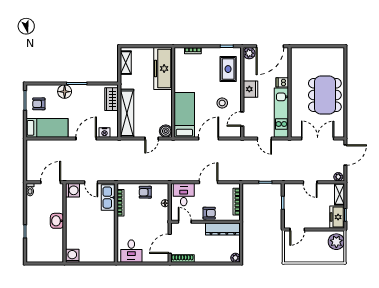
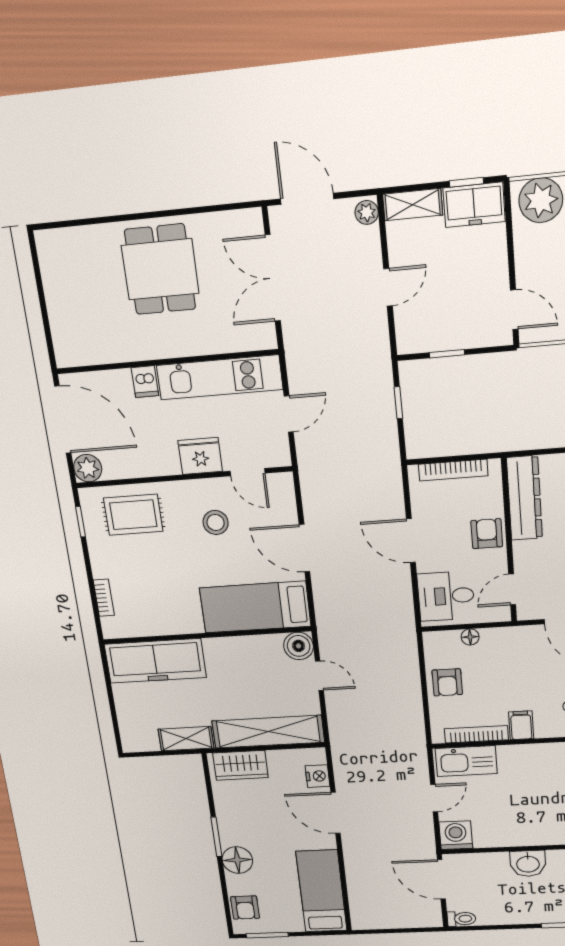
shelving: (126, 63) -> (186, 739), moved
fridge: (250, 89) -> (200, 456), moved
dining table: (325, 95) -> (160, 269), width x0.73
armchair: (39, 104) -> (245, 908), moved
filing cabinet: (124, 222) -> (521, 725), added

